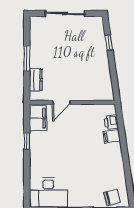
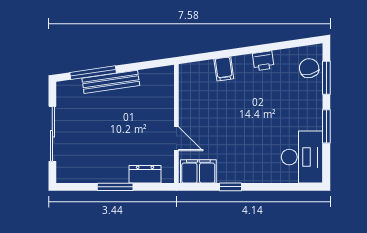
window: (109, 43) -> (93, 73), width x2.17
bench: (102, 55) -> (111, 82), added
printer: (111, 122) -> (263, 61), moved

